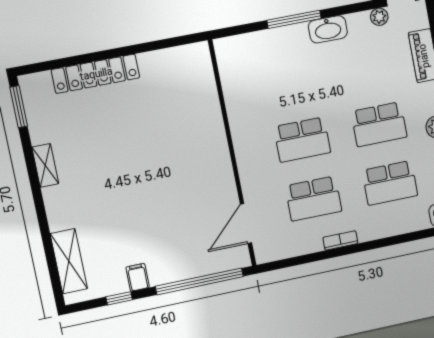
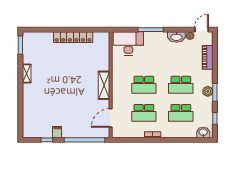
washbasin: (328, 29) -> (176, 37), moved
desk: (253, 58) -> (128, 43), added
locker: (96, 74) -> (73, 37), moved
shelving: (69, 261) -> (104, 85), moved

